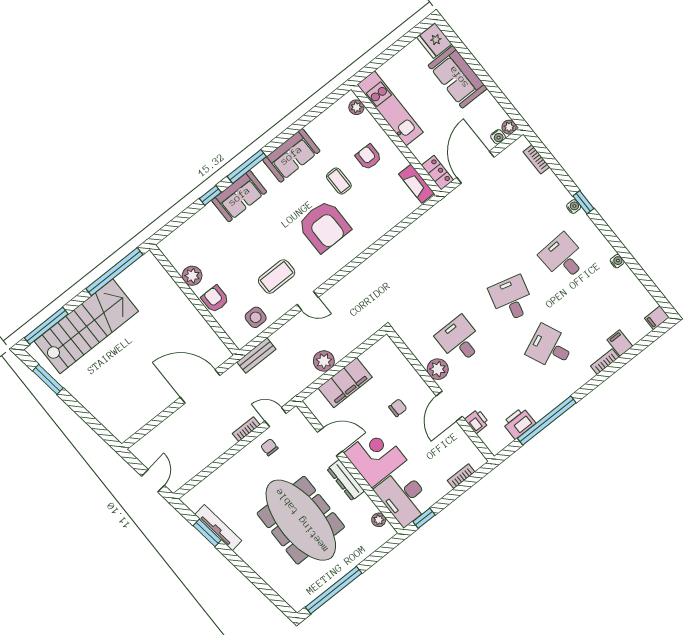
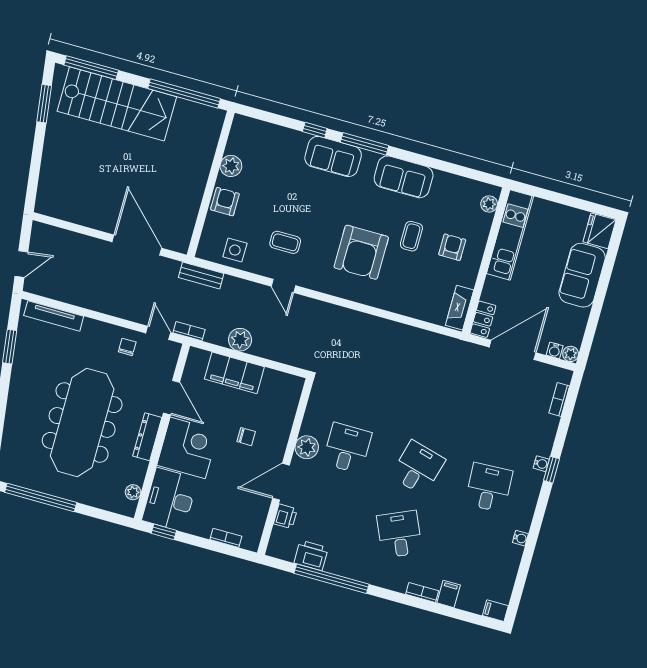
coffee table: (277, 277) -> (285, 242), width x0.73, depth x0.77
bookcase: (246, 429) -> (189, 331), moved
tv unit: (218, 528) -> (54, 316), moved, turned 98

